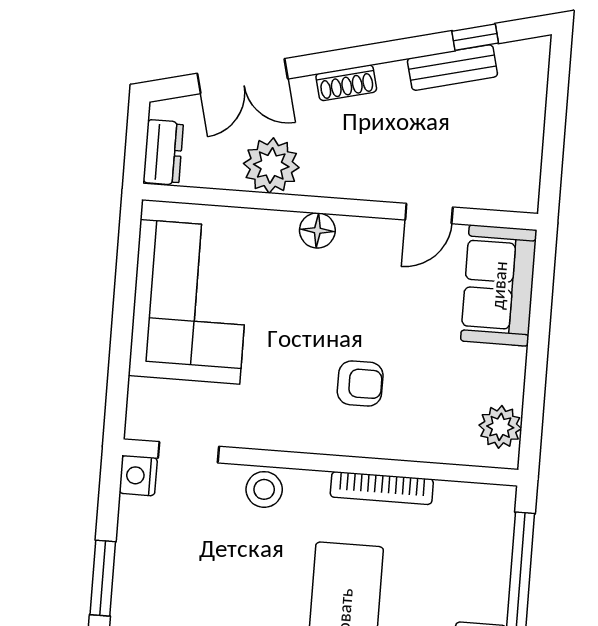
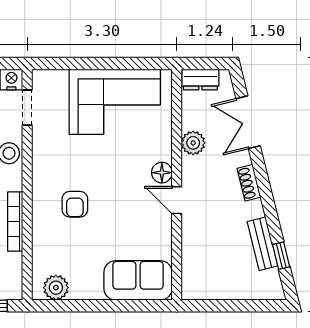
plant: (271, 166) -> (193, 143), width x0.73, depth x0.73
door: (429, 213) -> (177, 200), moved

